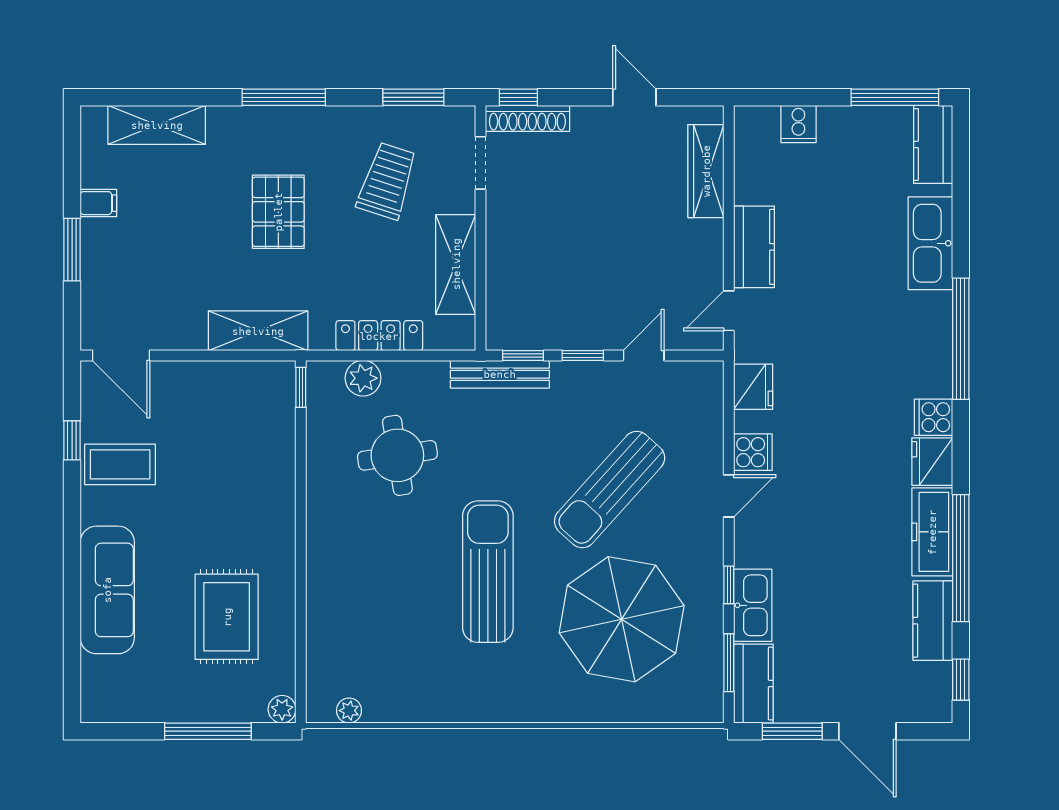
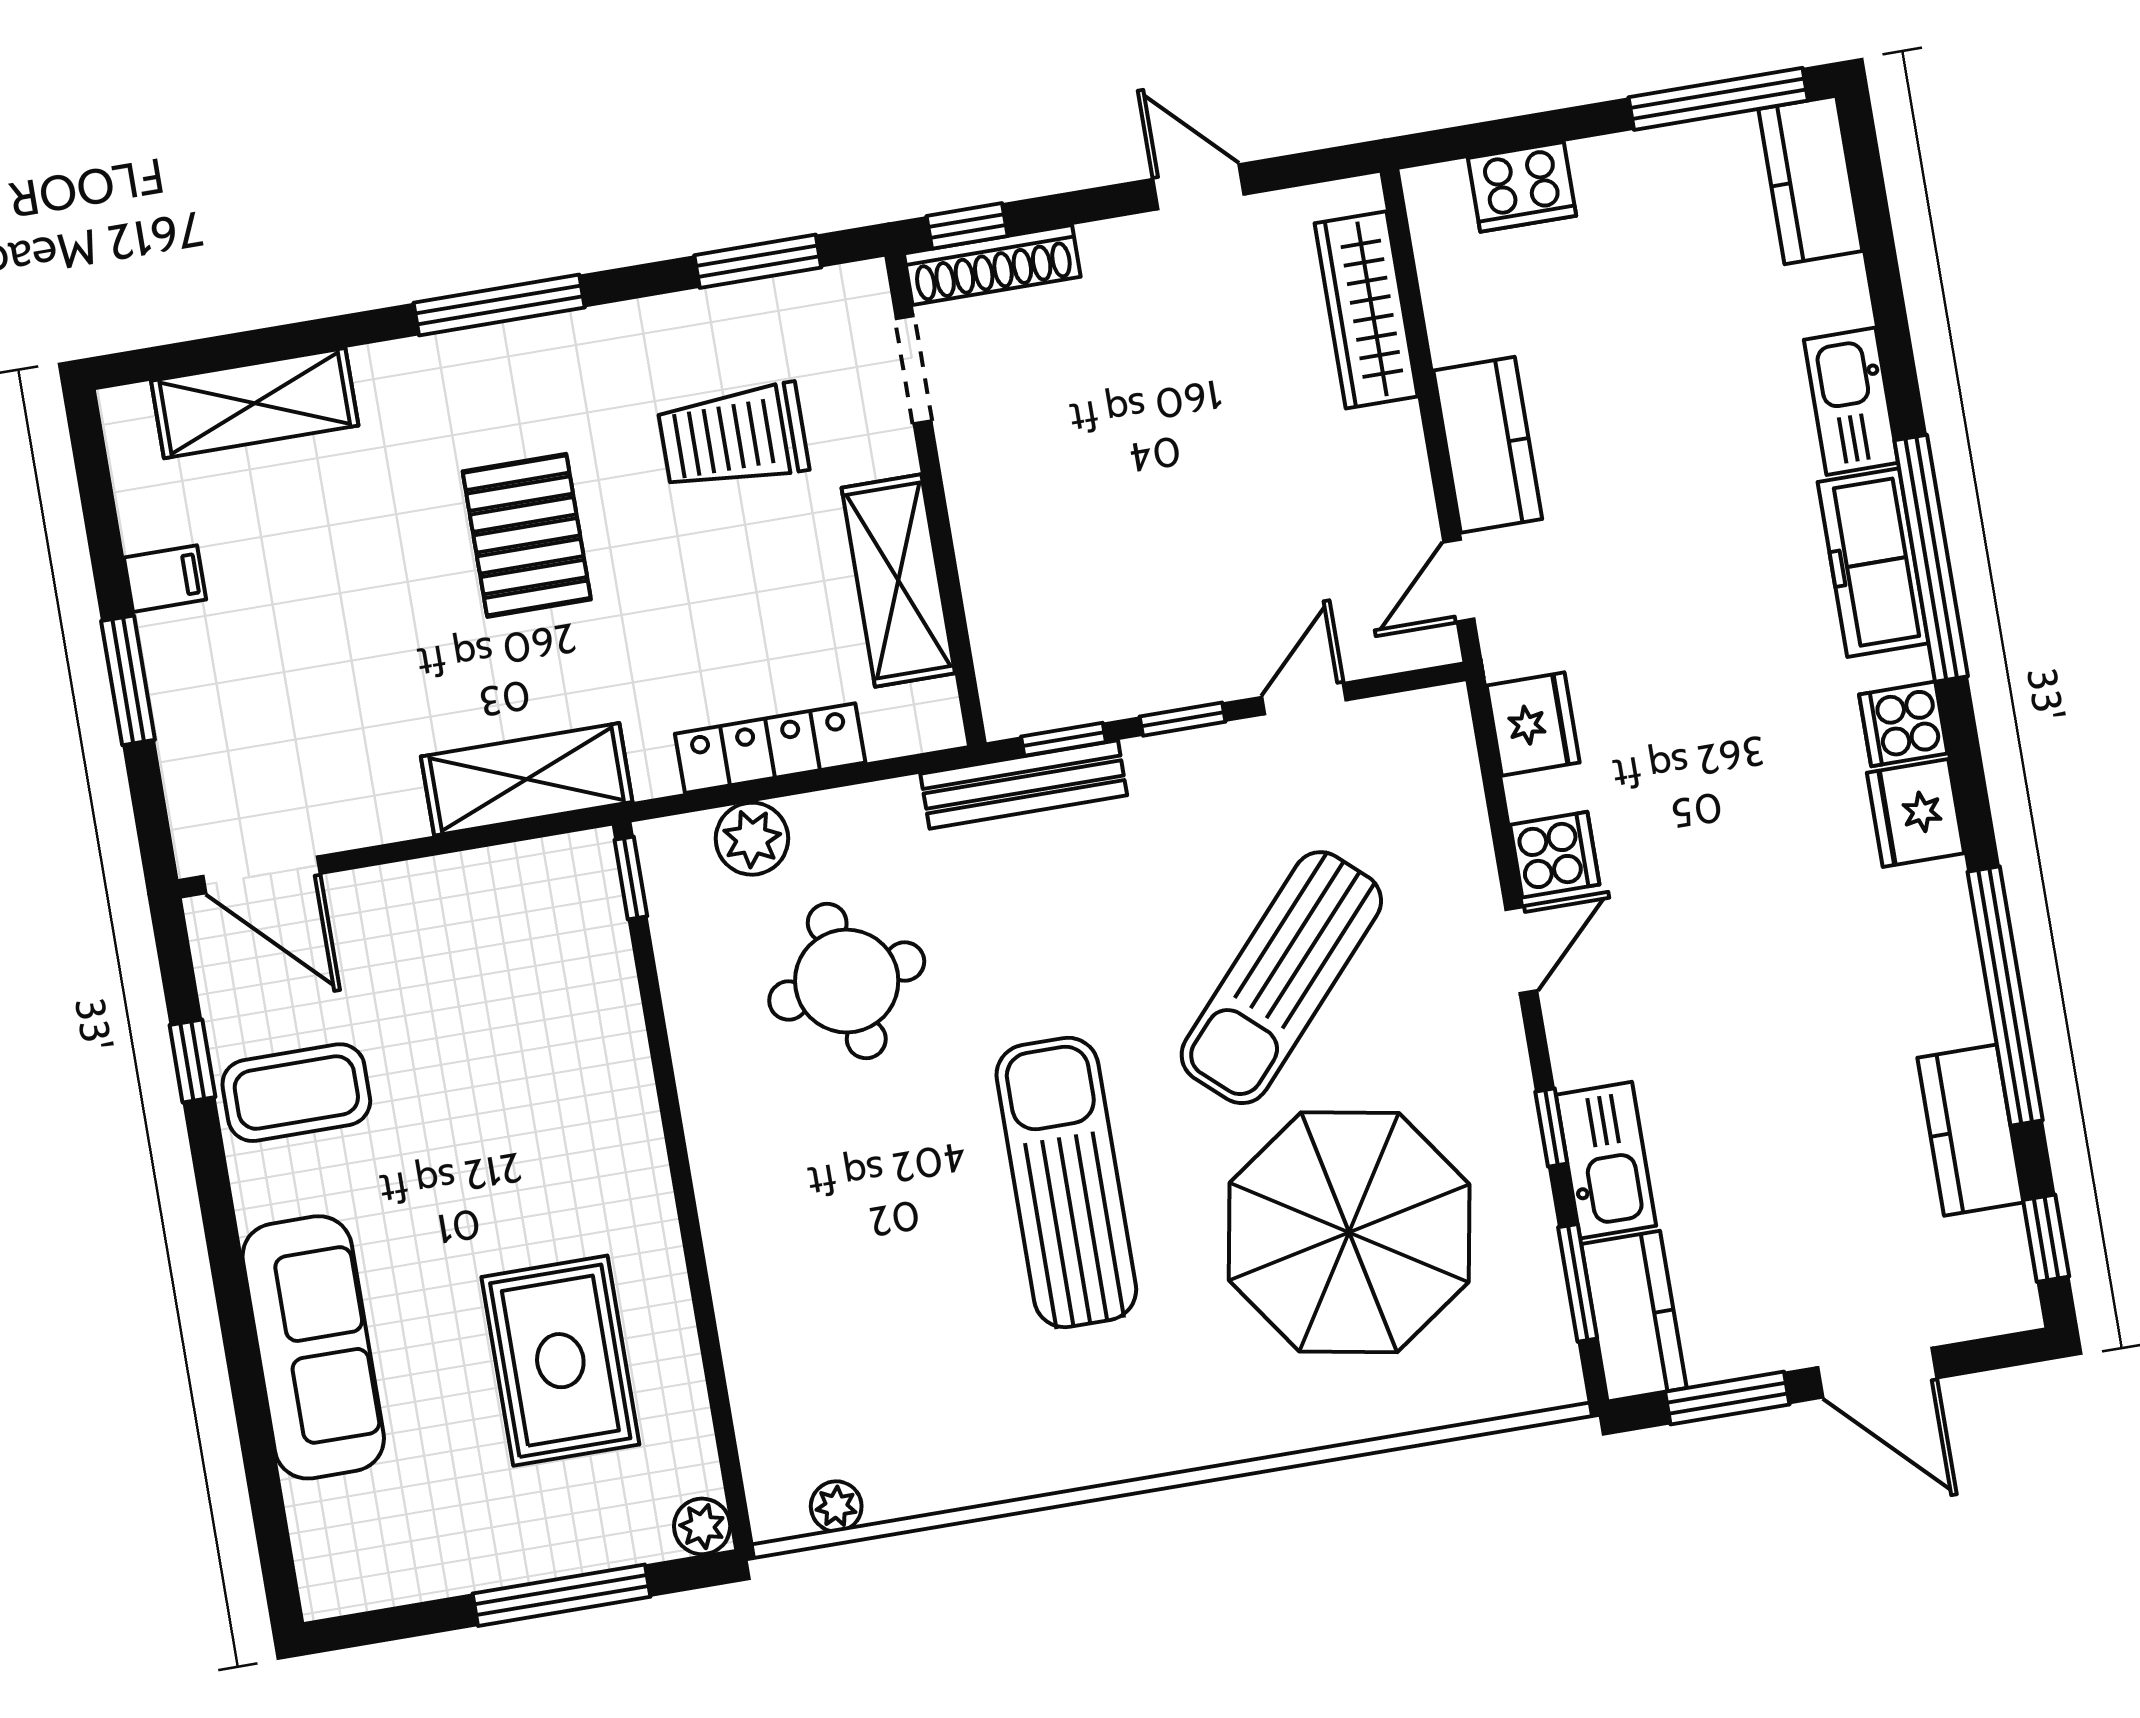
cooker: (798, 124) -> (1522, 187), width x1.36
trolley: (387, 181) -> (733, 437), turned -108
kitchen sink: (930, 243) -> (1851, 401), width x0.73, depth x0.81
freezer: (932, 532) -> (1873, 563), moved

